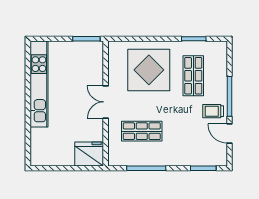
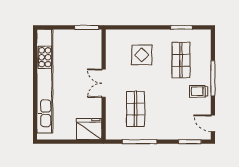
display table: (149, 70) -> (142, 55), width x0.54, depth x0.54
kitchen unit: (39, 84) -> (45, 81), width x1.36
shop shelf: (142, 131) -> (136, 109), turned 90
door: (229, 134) -> (213, 123), moved

